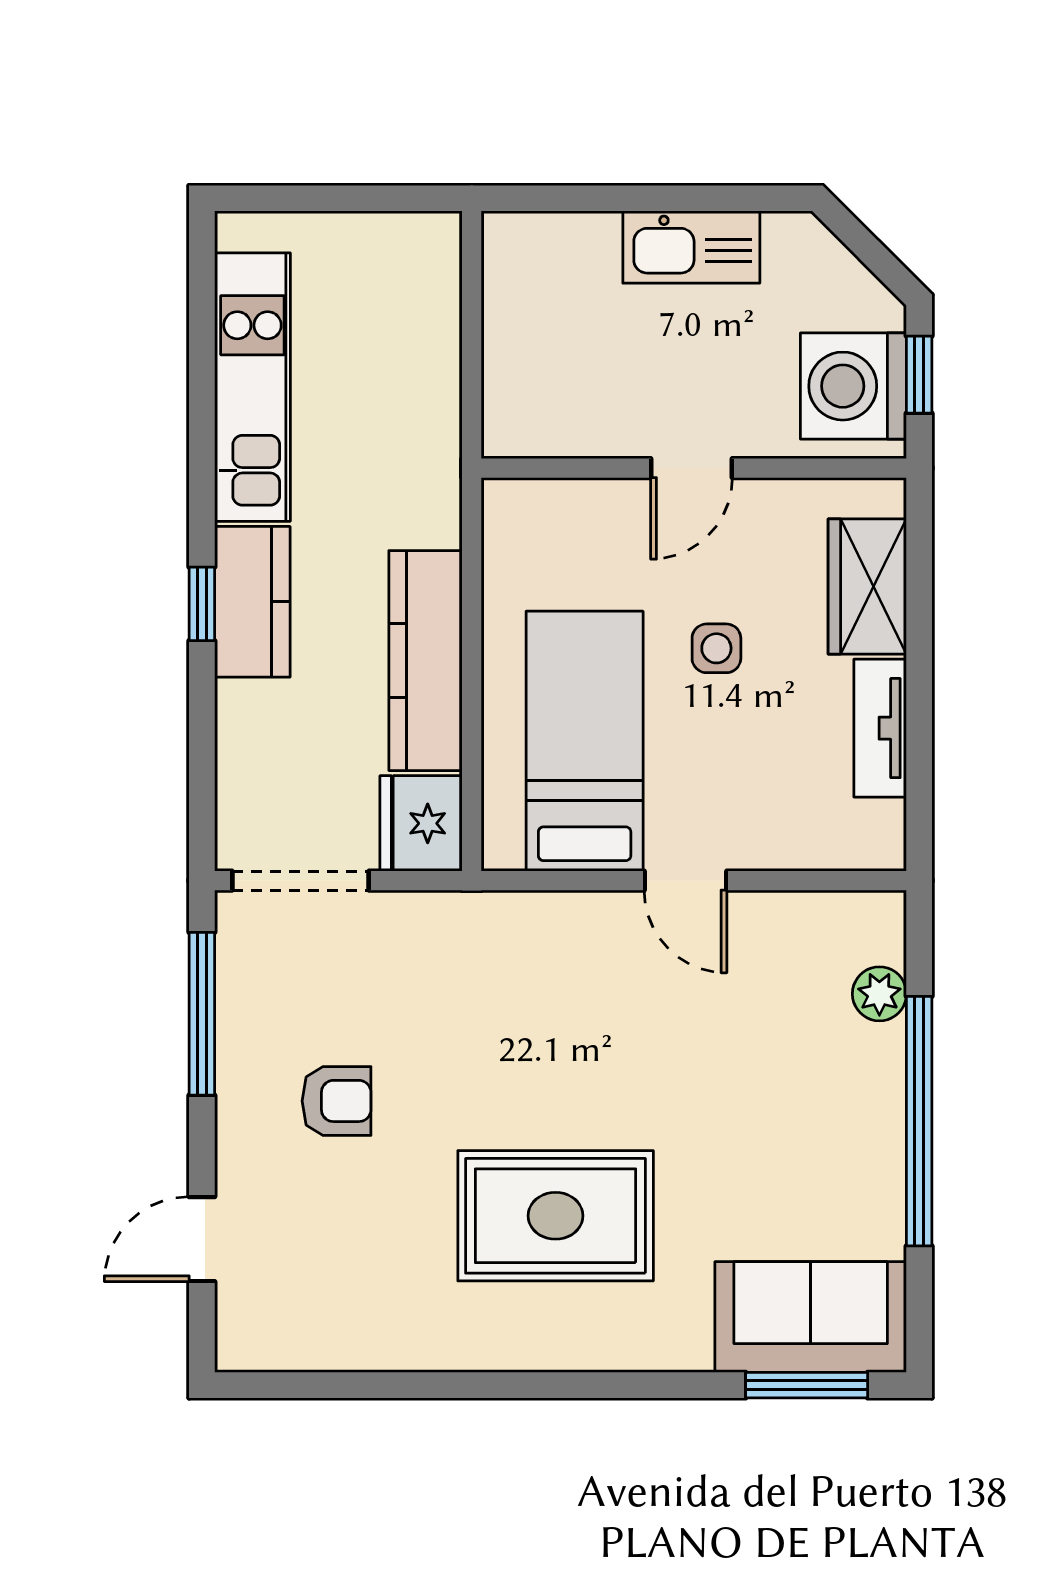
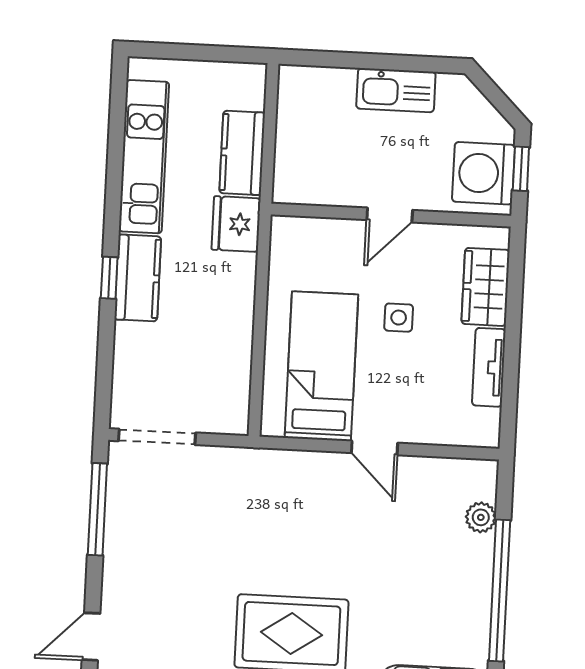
kitchen counter: (425, 661) -> (242, 153), moved, width x0.67
fridge: (421, 823) -> (236, 224), moved
armchair: (337, 1101) -> (171, 562), removed

